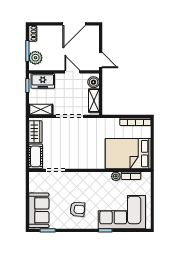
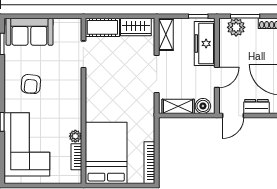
dresser: (94, 43) -> (256, 106), added
freezer: (43, 81) -> (205, 44), width x1.40

